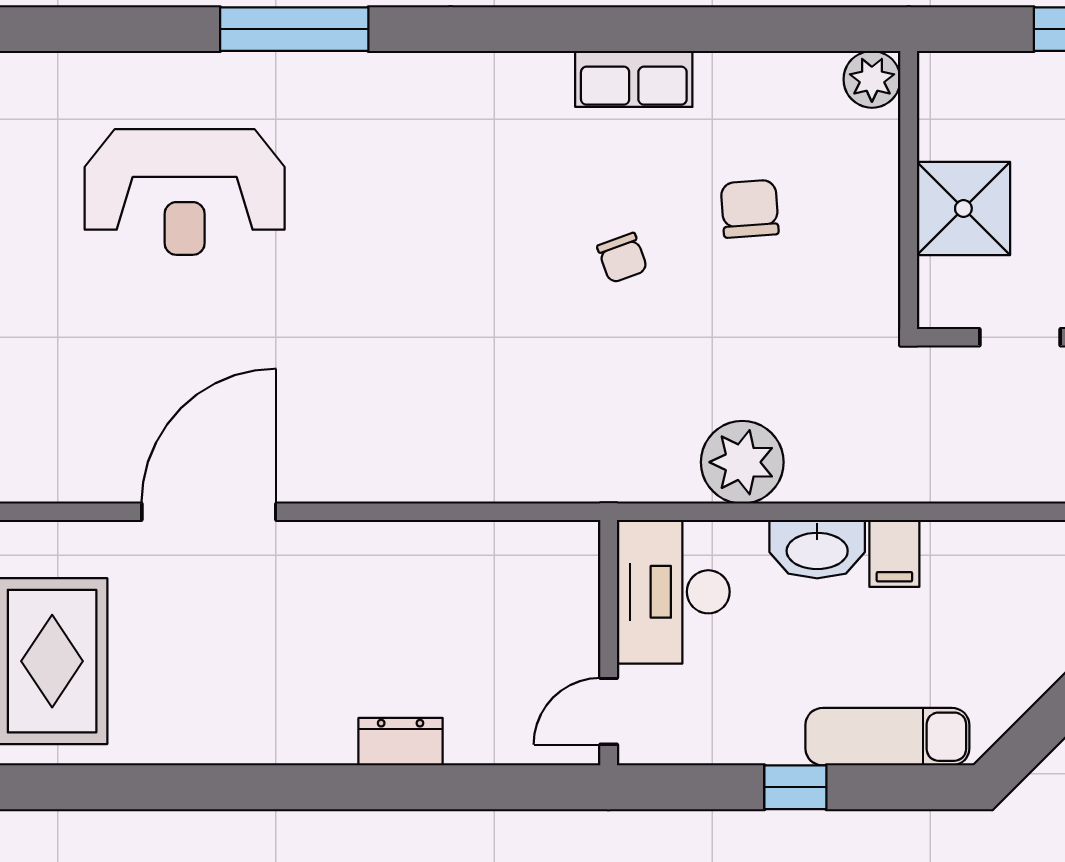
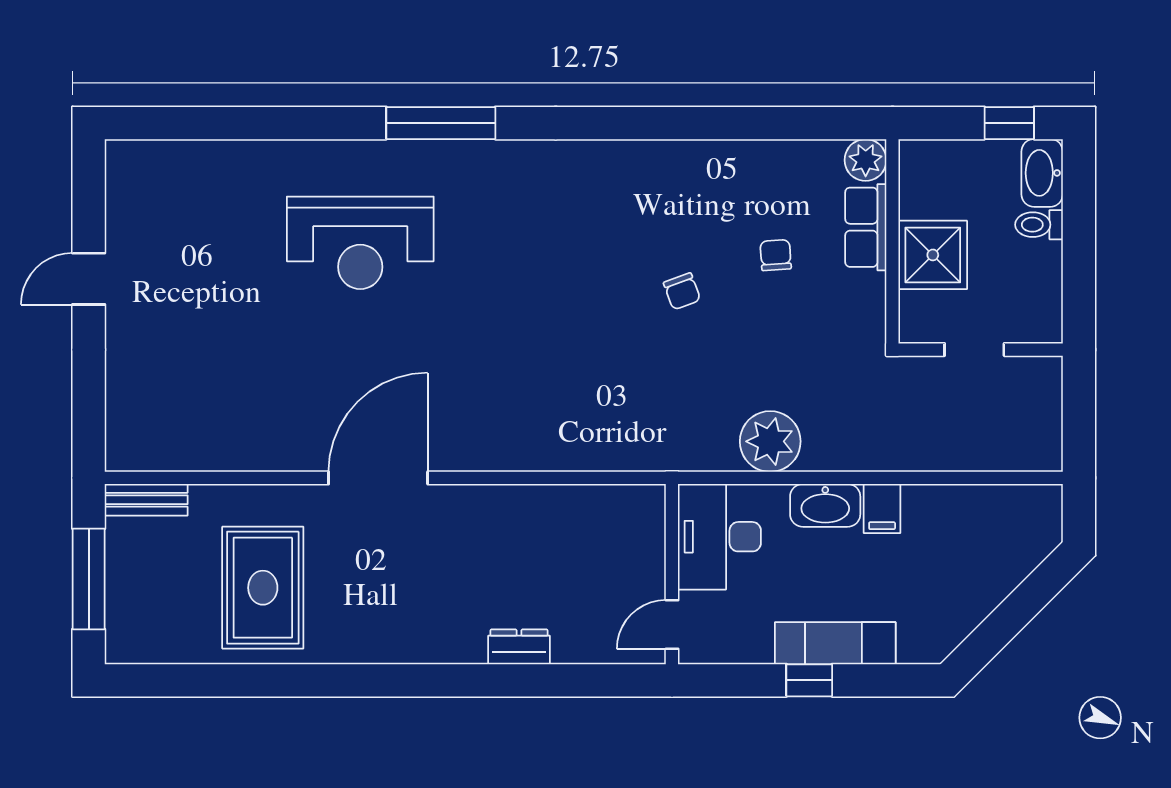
row of seats: (634, 79) -> (866, 227), moved, turned 90
chair: (750, 209) -> (776, 255), width x0.73, depth x0.73
exam couch: (887, 737) -> (835, 643), moved

